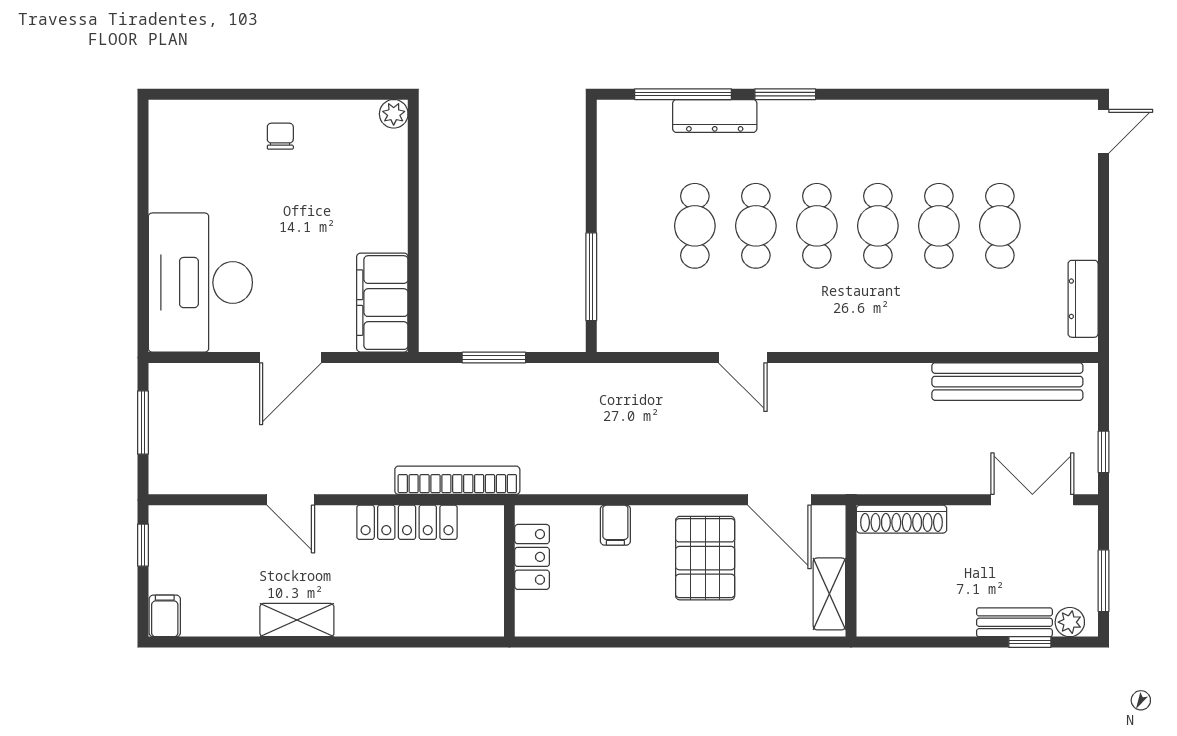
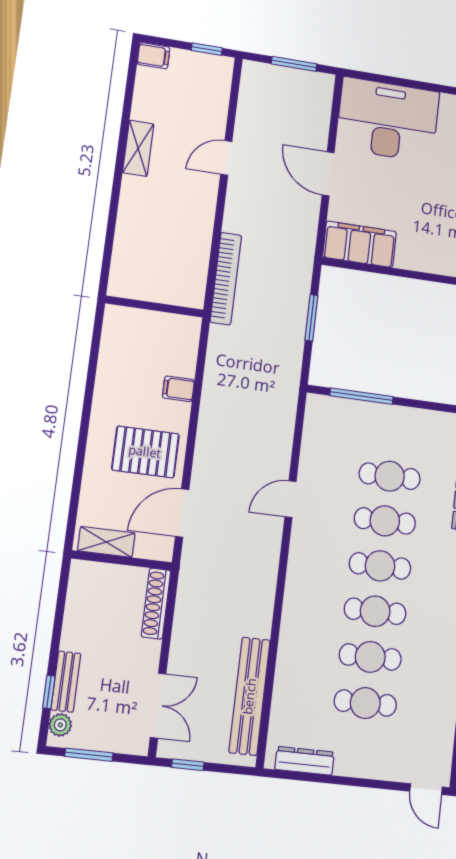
locker: (407, 522) -> (200, 238), removed
locker: (532, 557) -> (163, 324), removed

